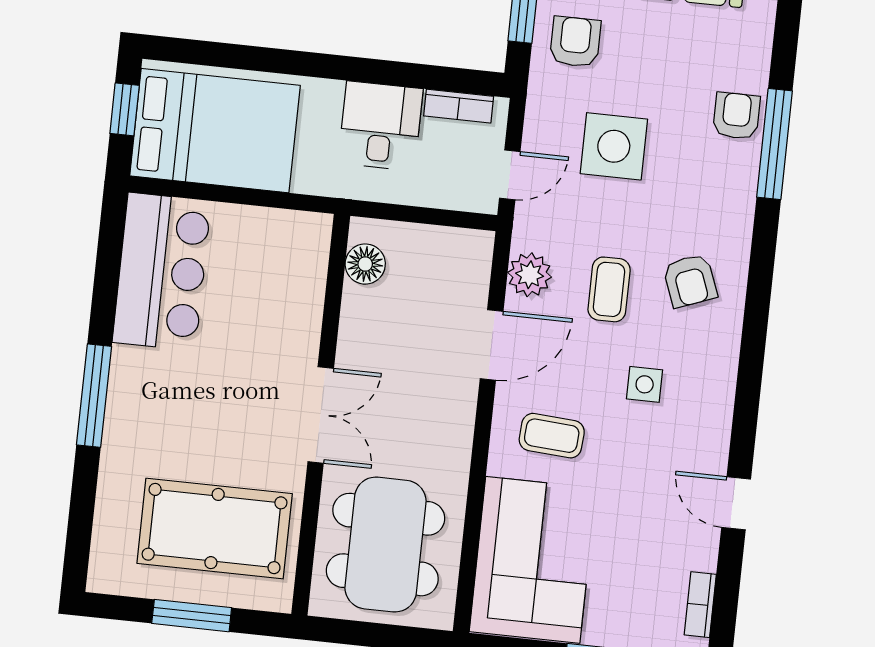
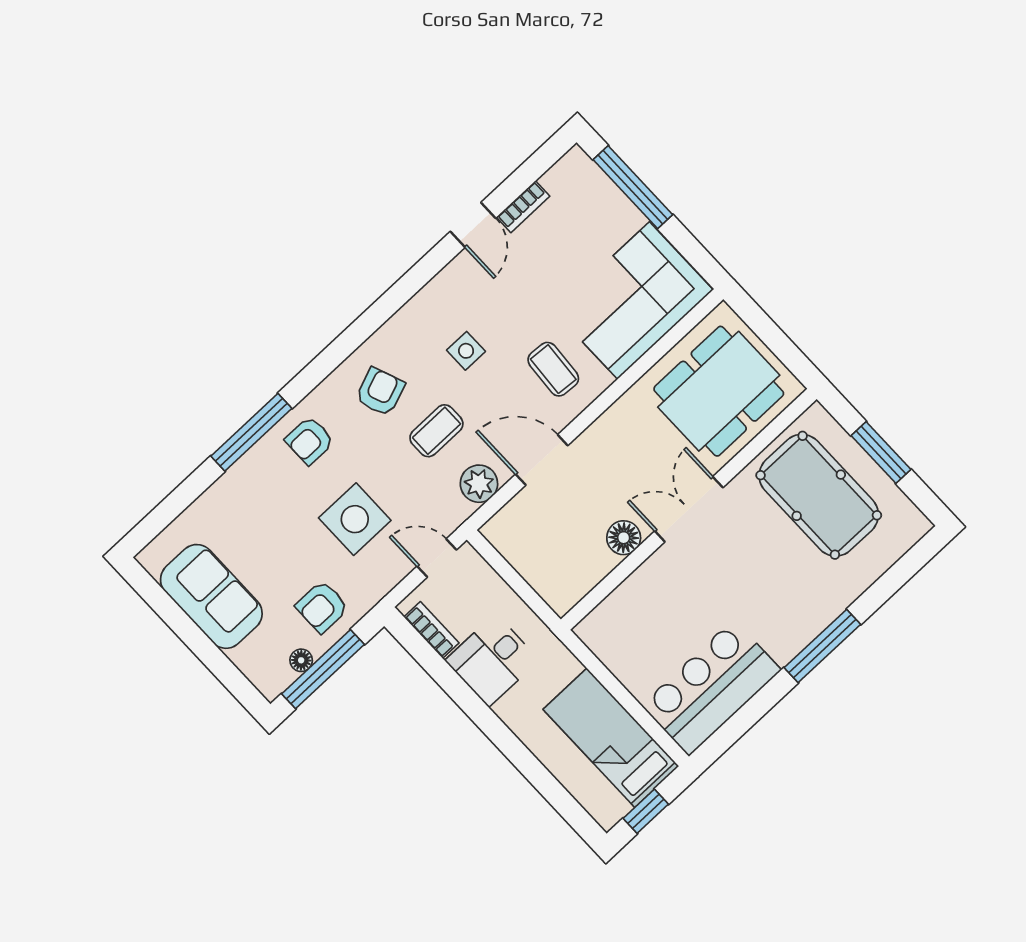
armchair: (736, 116) -> (310, 441), moved
bed: (215, 131) -> (611, 738), width x0.67
floor lamp: (365, 264) -> (624, 538), moved
bookcase: (700, 605) -> (523, 207), moved

